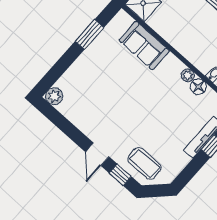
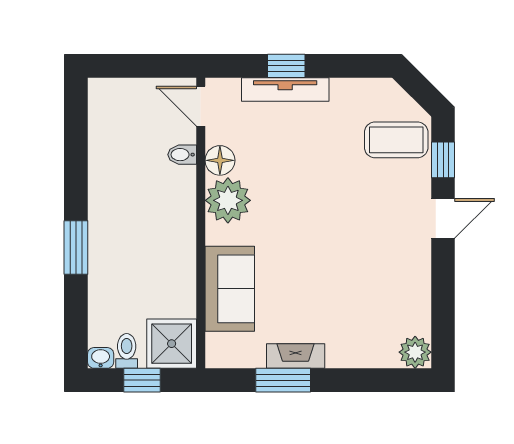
fireplace: (95, 48) -> (296, 356), added
plant: (188, 75) -> (228, 200), width x1.88, depth x1.88
coffee table: (144, 163) -> (396, 140), turned 90

